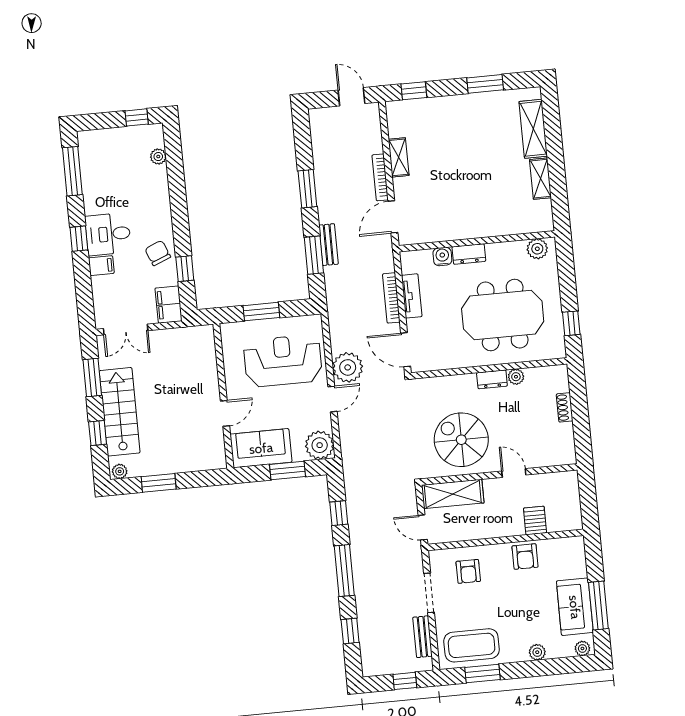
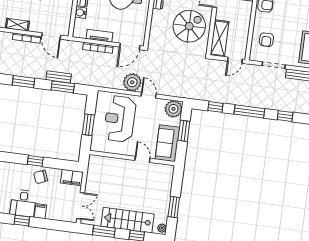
window: (185, 269) -> (35, 161), moved
spiral stairs: (461, 440) -> (189, 26), turned 180
armchair: (468, 571) -> (266, 40), turned 90

